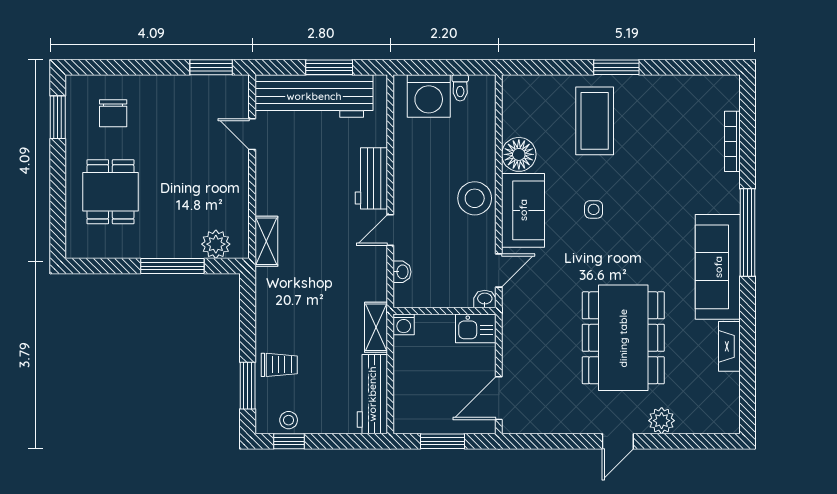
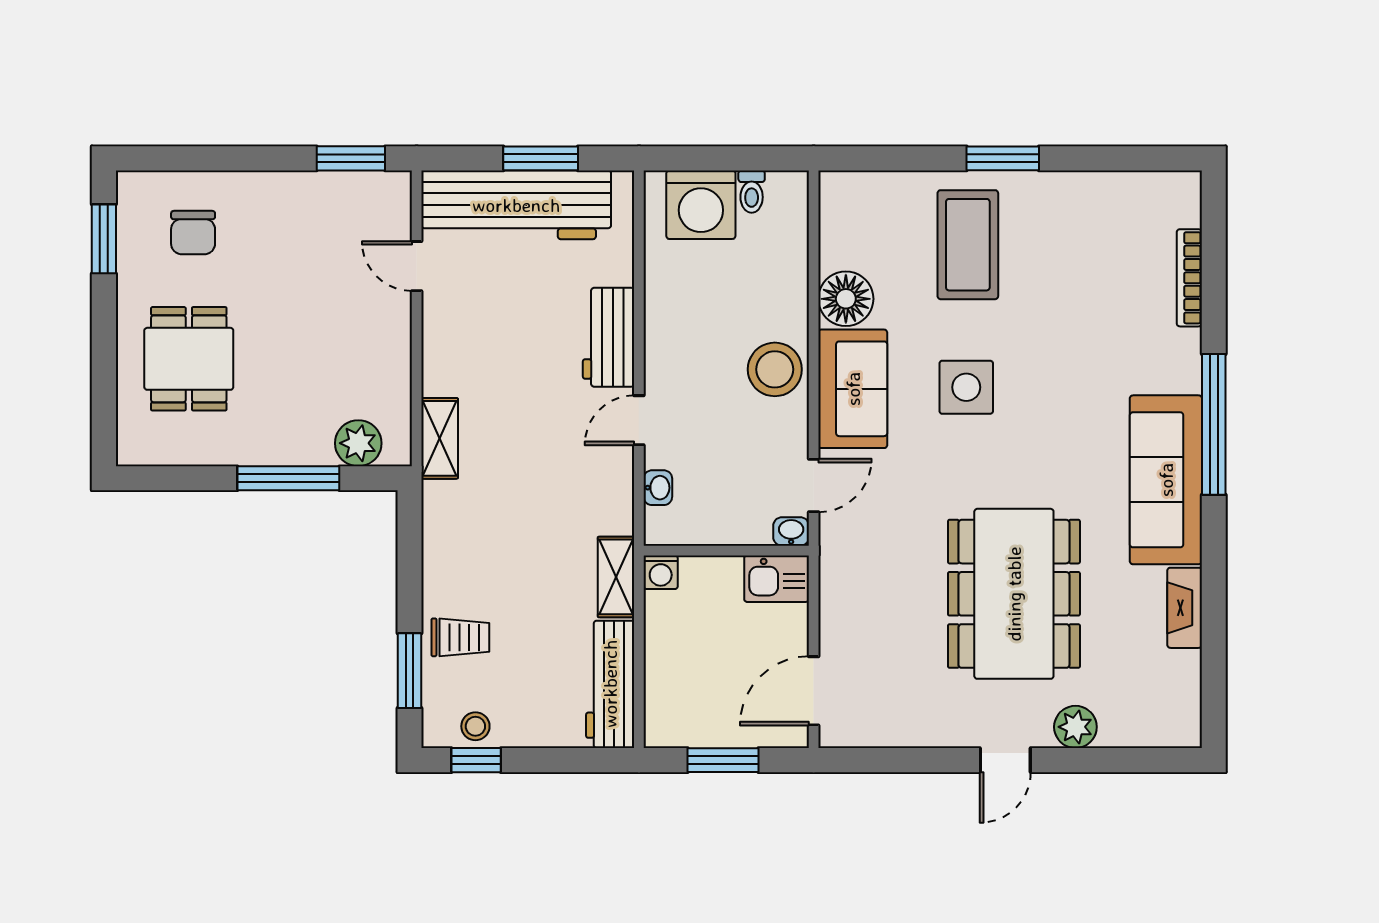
side table: (594, 209) -> (966, 387), width x1.87, depth x1.87

